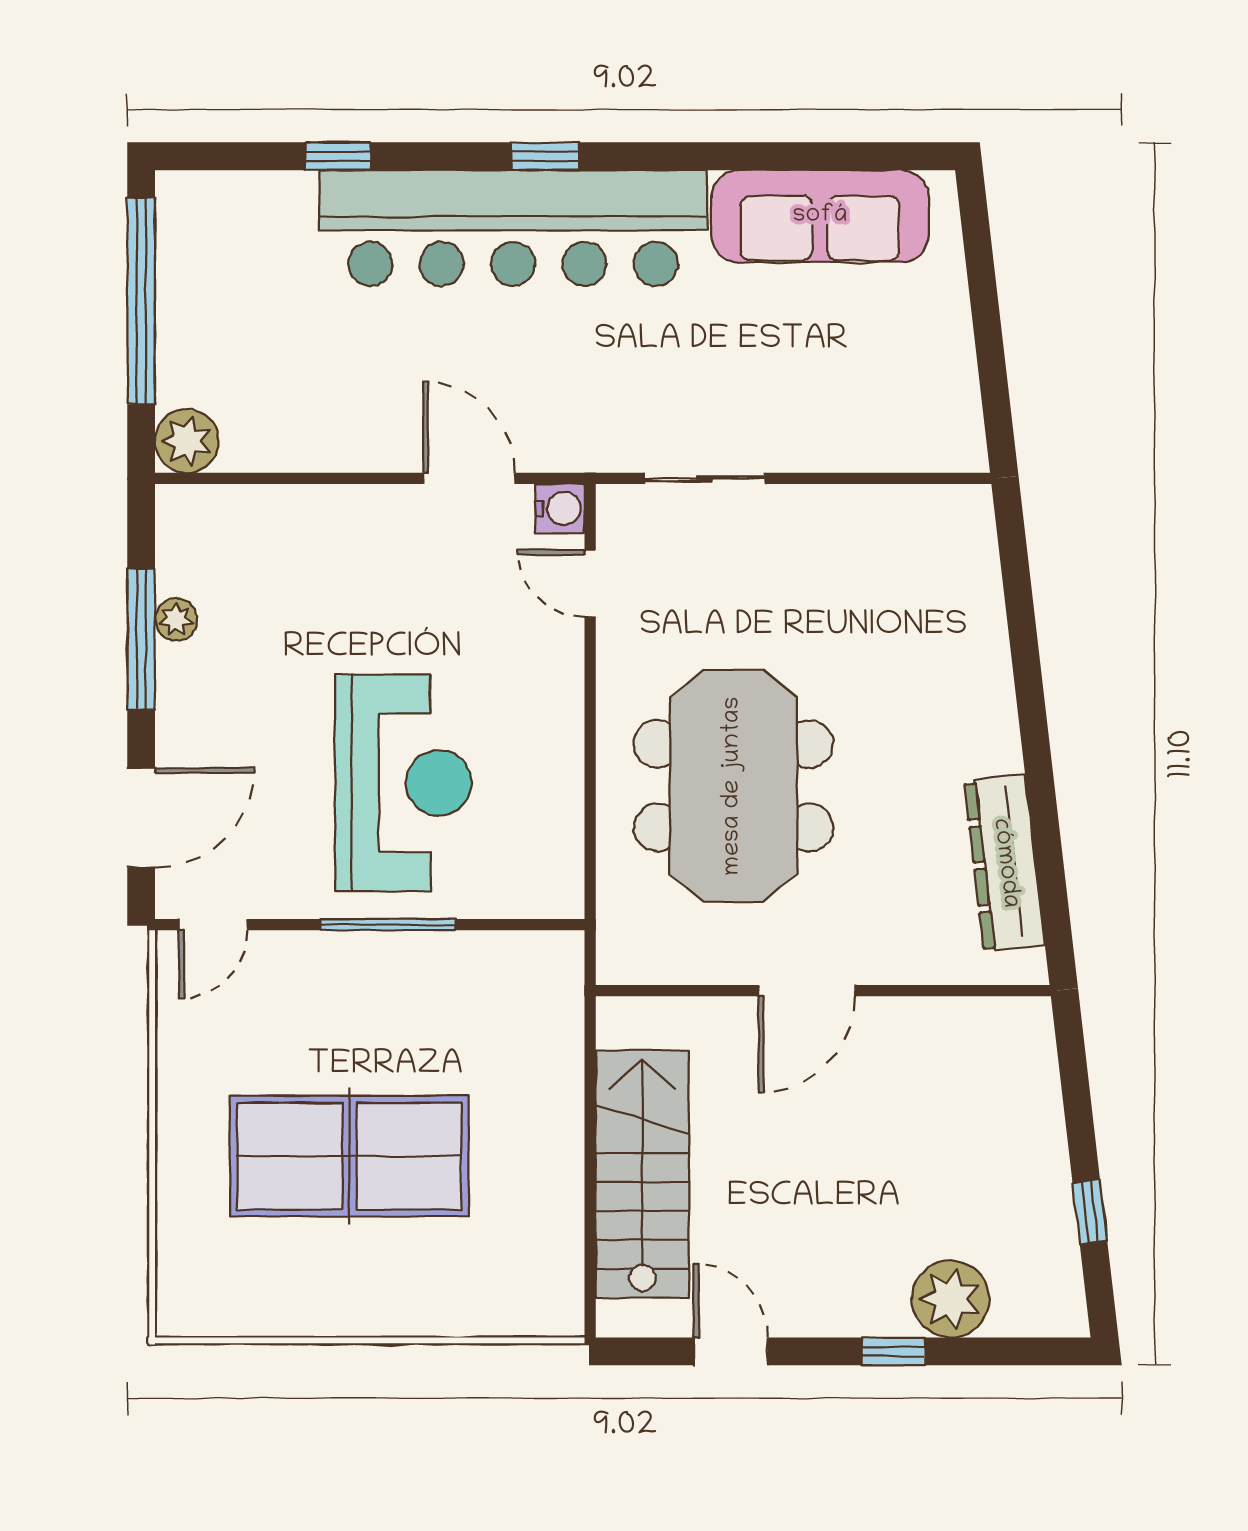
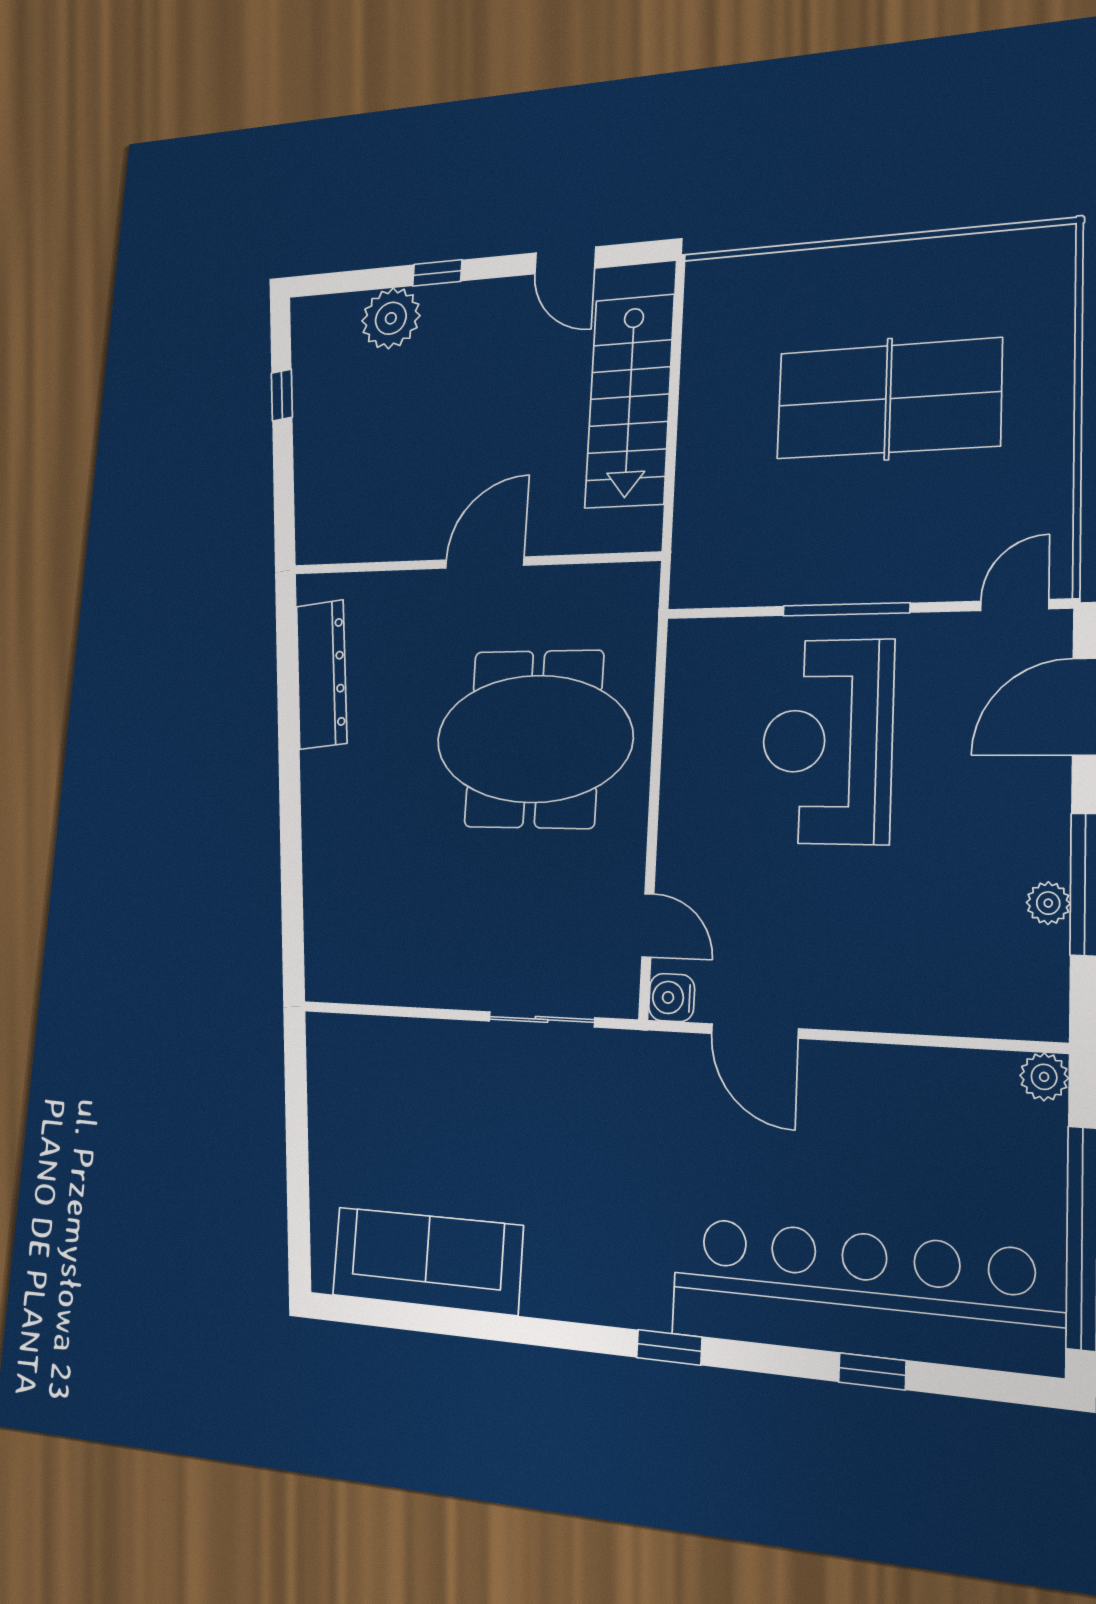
bar counter: (513, 228) -> (863, 1294), moved
plant: (187, 441) -> (1044, 1077), width x0.73, depth x0.73
meeting table: (733, 786) -> (534, 739), turned 90

